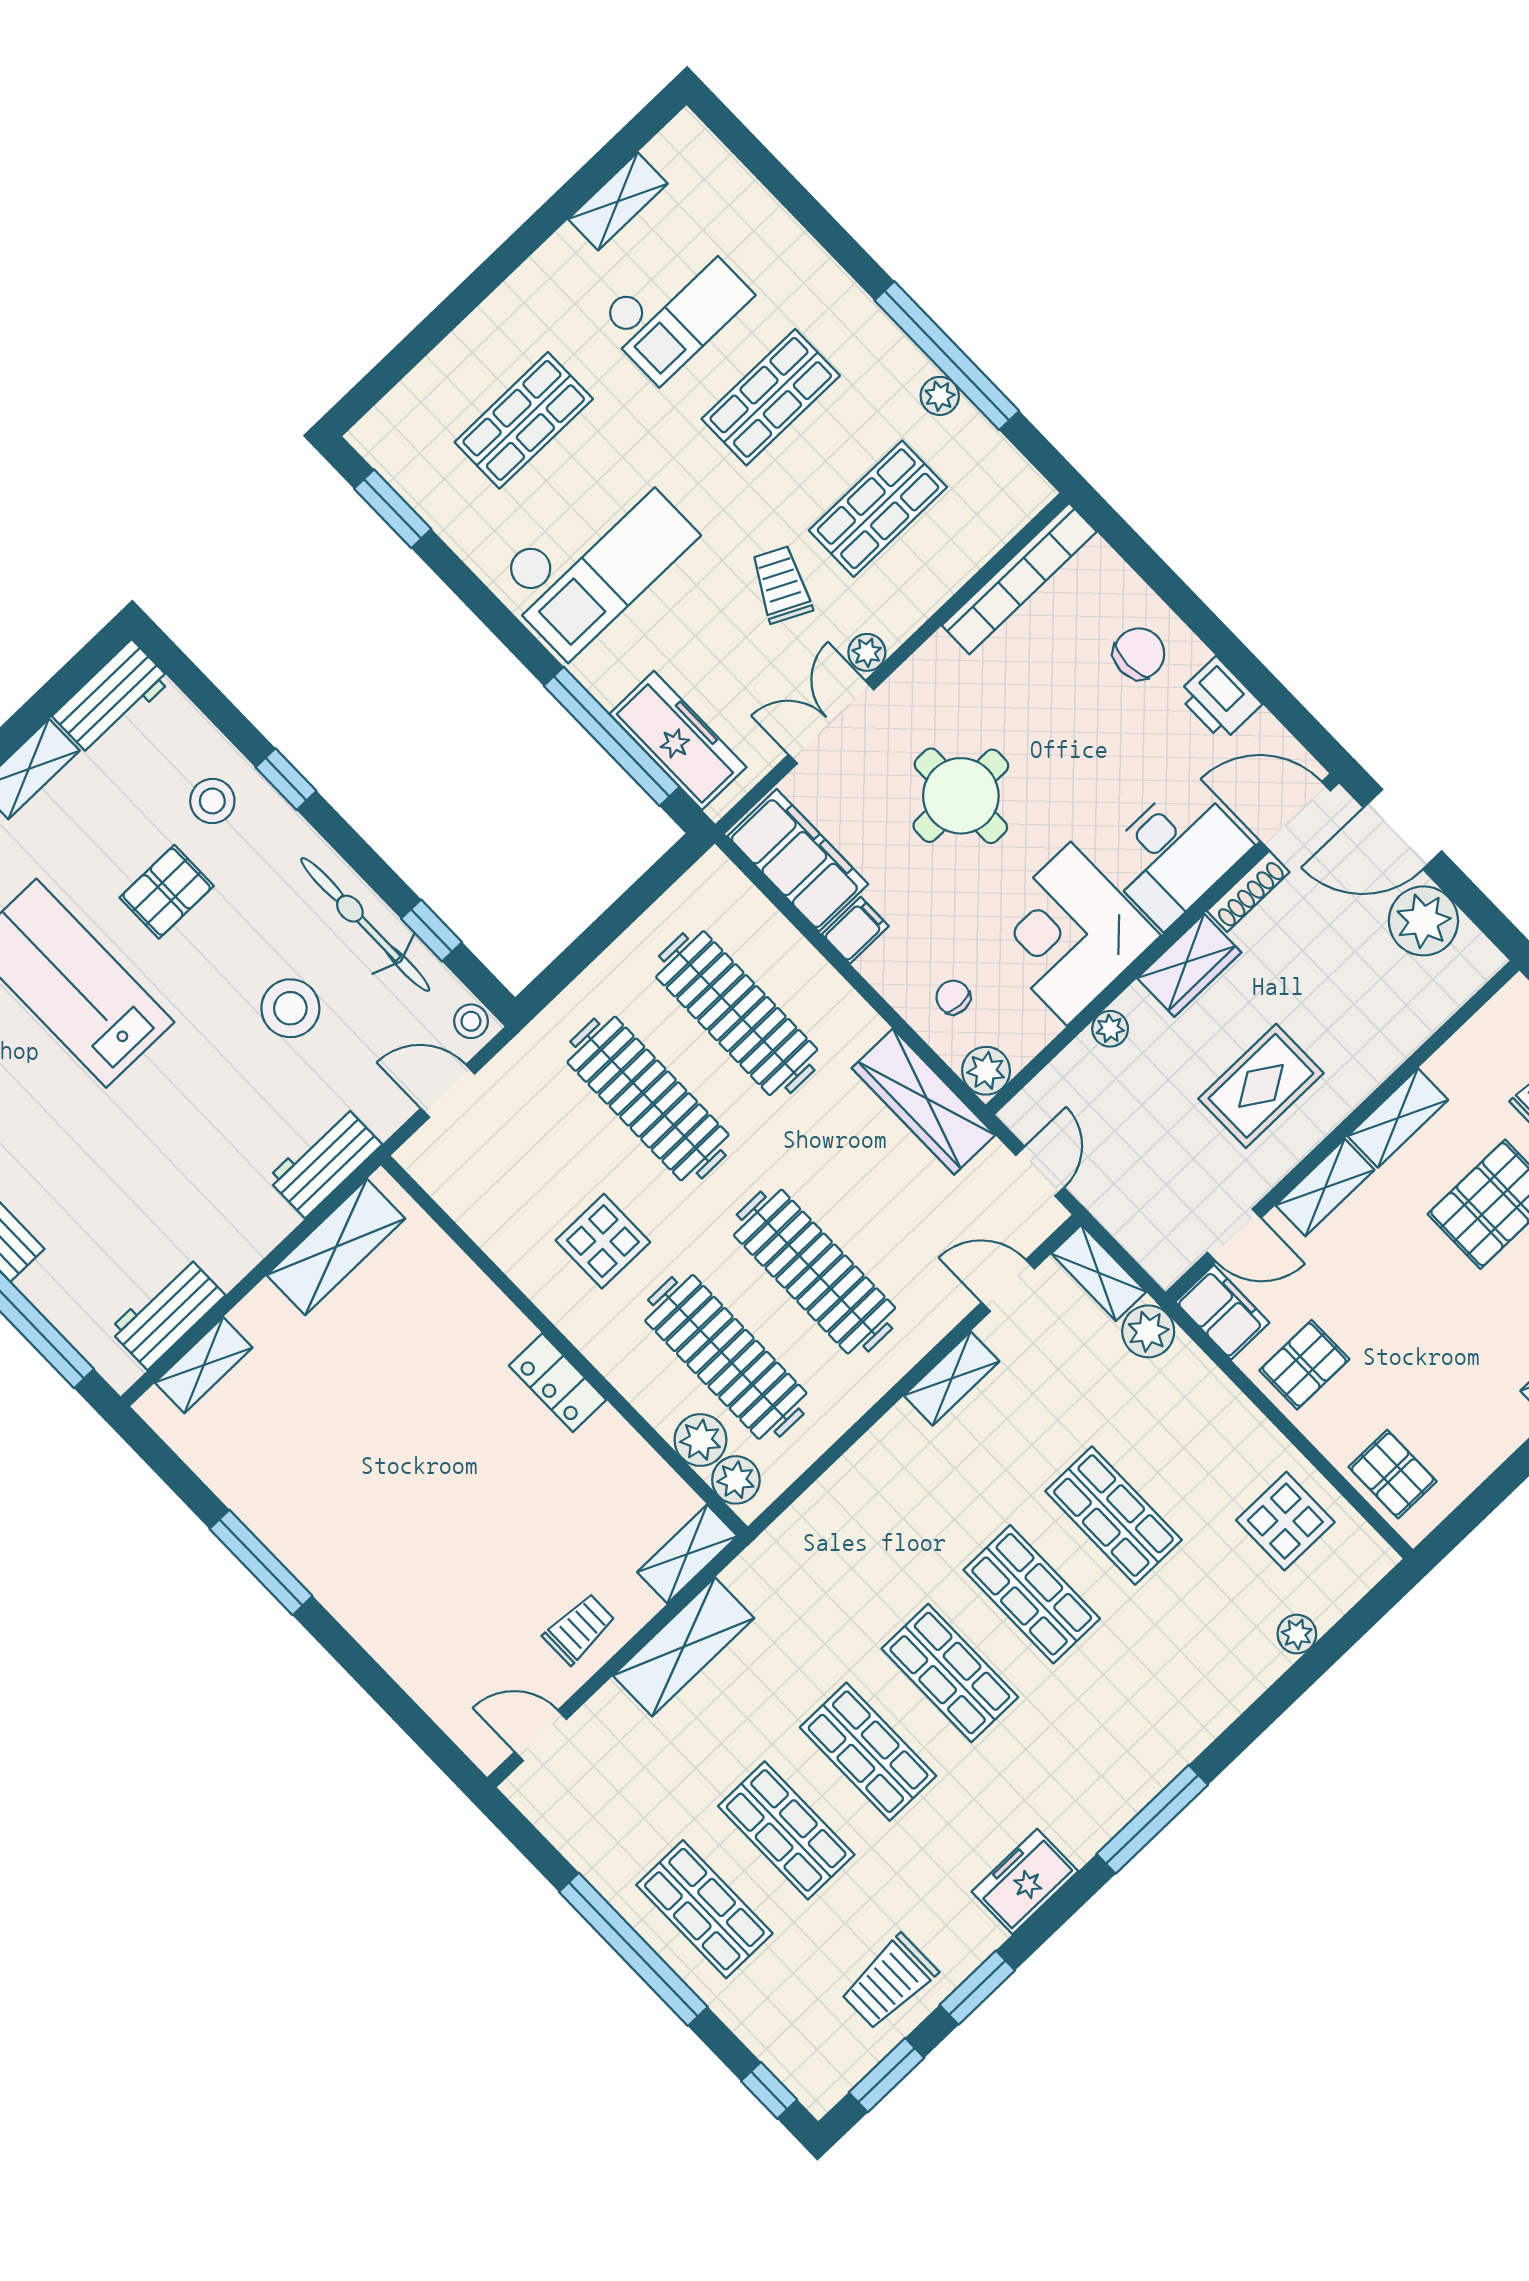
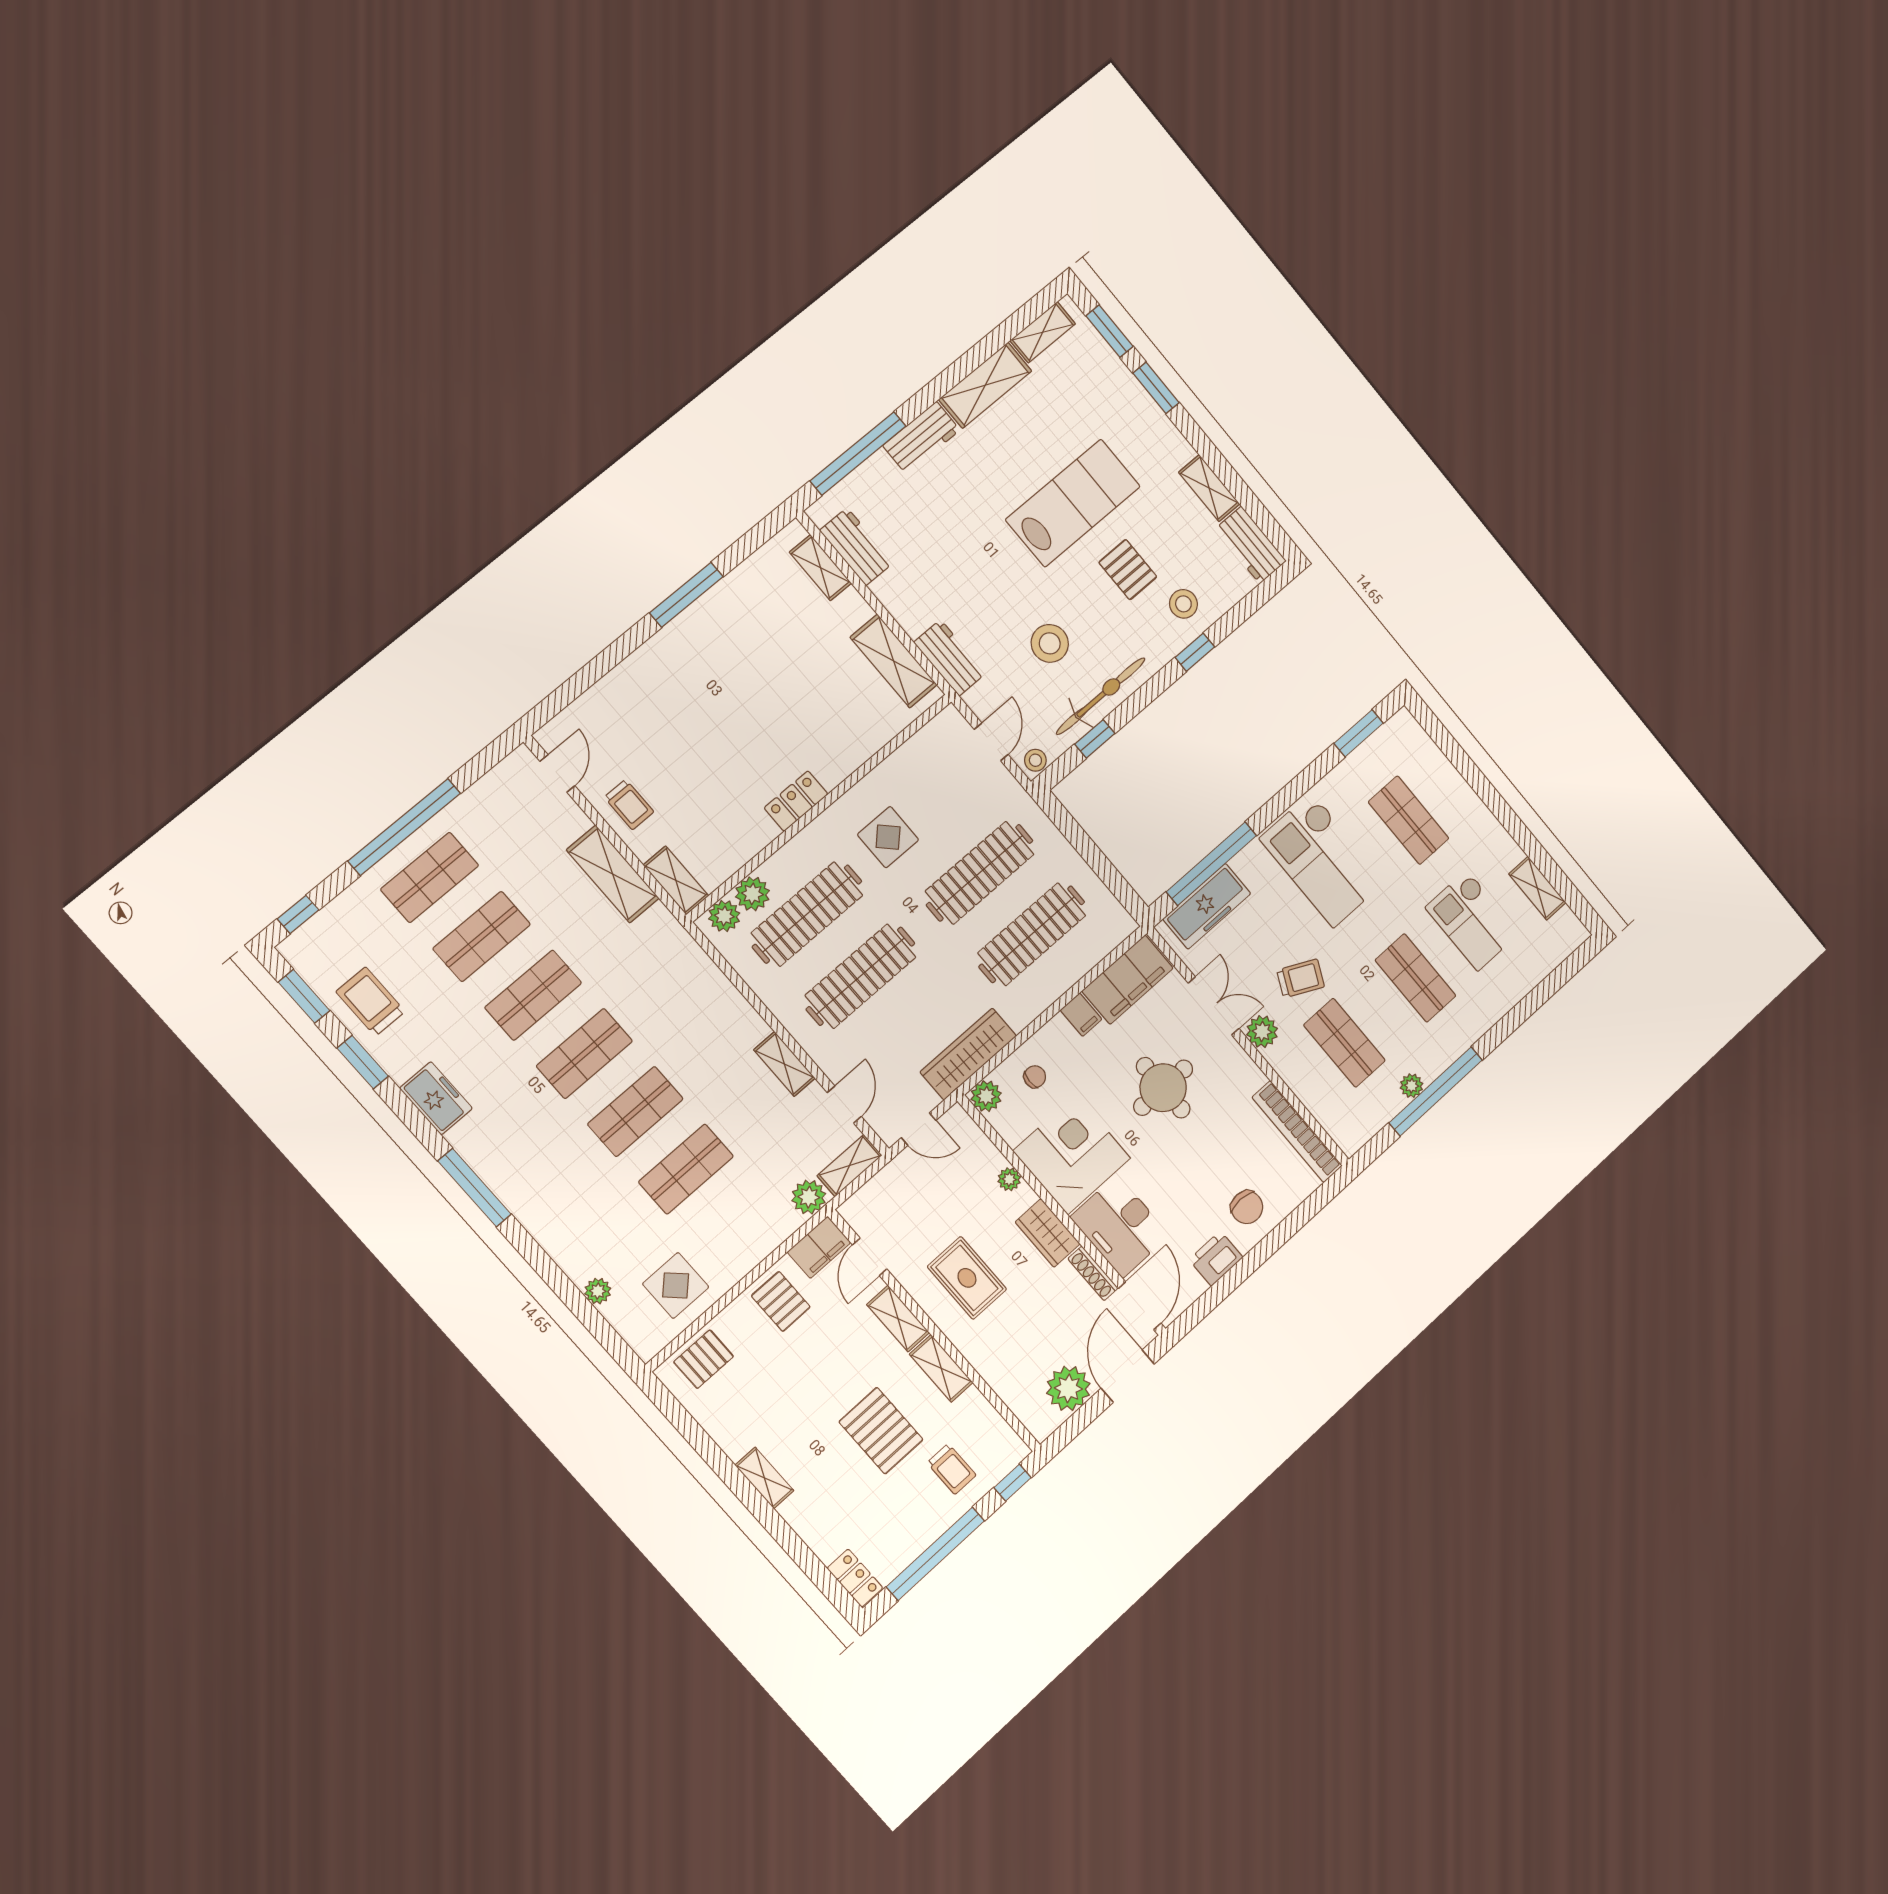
plant: (867, 652) -> (1262, 1032), width x1.38, depth x1.38

